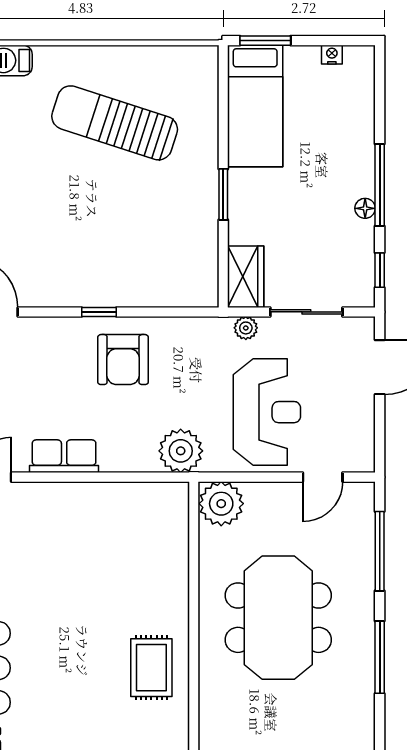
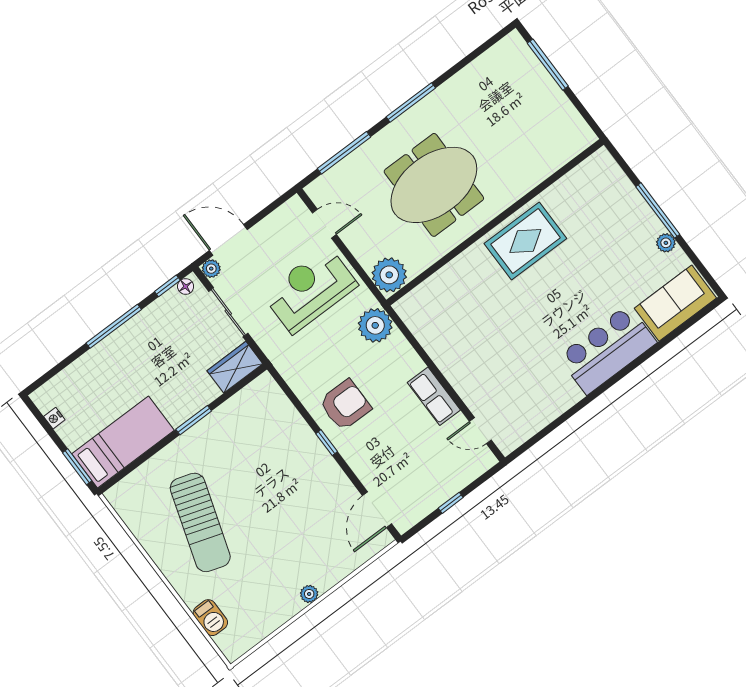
floor lamp: (365, 208) -> (186, 286), moved
plant: (246, 328) -> (211, 269), moved
rug: (151, 668) -> (525, 241), width x1.36, depth x1.43

